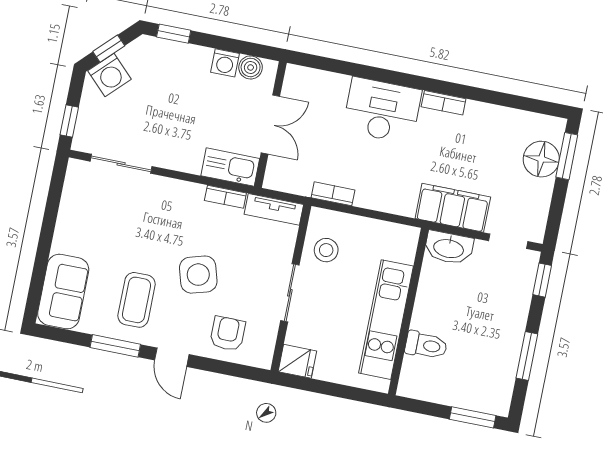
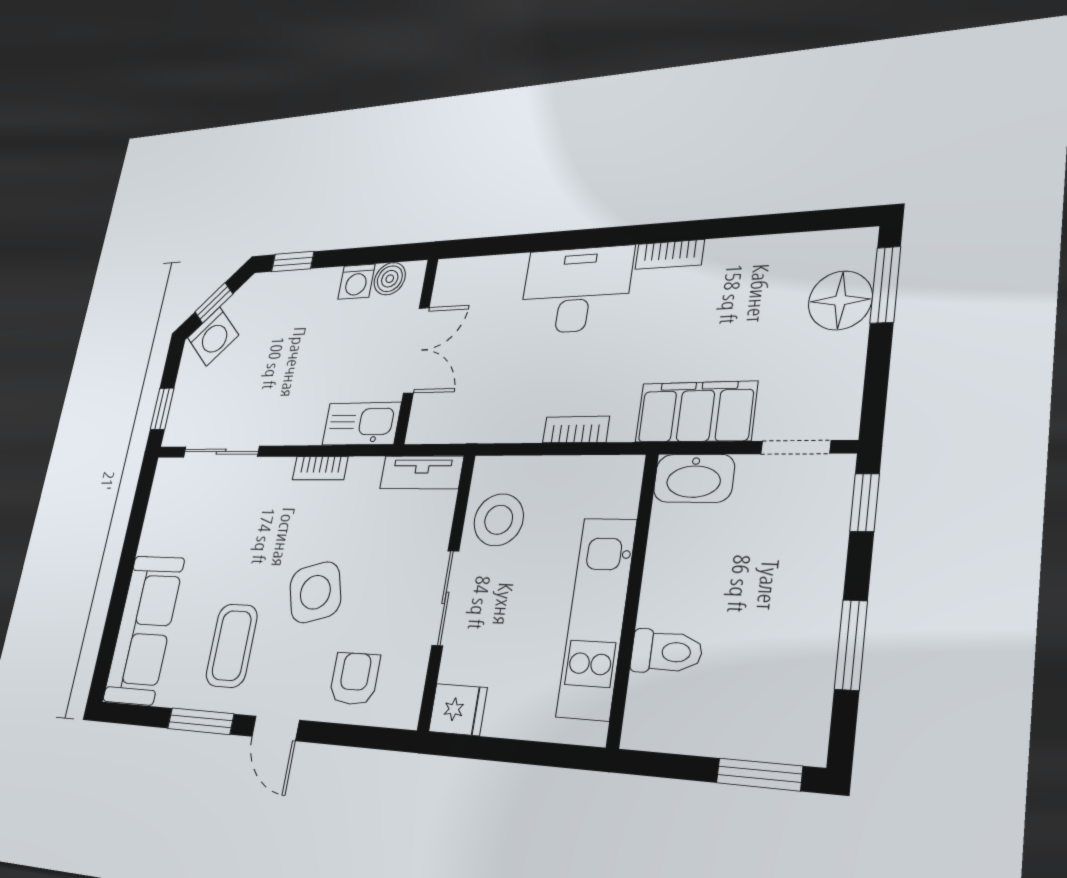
bookcase: (333, 194) -> (576, 430), moved
bookcase: (225, 197) -> (320, 468), moved
stool: (326, 250) -> (499, 520), width x1.38, depth x1.38
sofa: (63, 292) -> (144, 629), width x1.36

